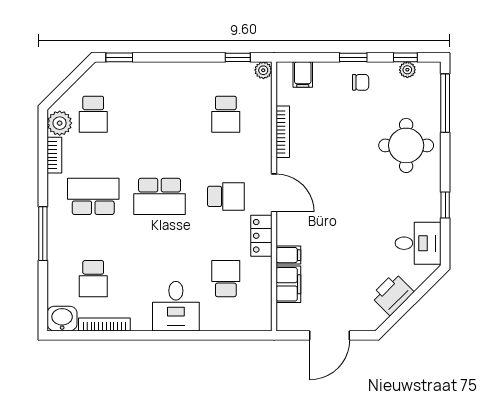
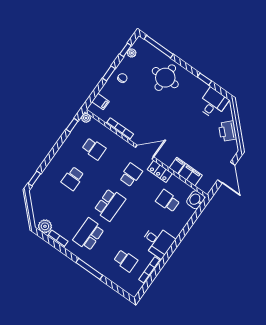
school desk: (93, 114) -> (73, 179), moved, turned 90
desk: (176, 306) -> (158, 242), moved
washbasin: (62, 319) -> (196, 200), moved

